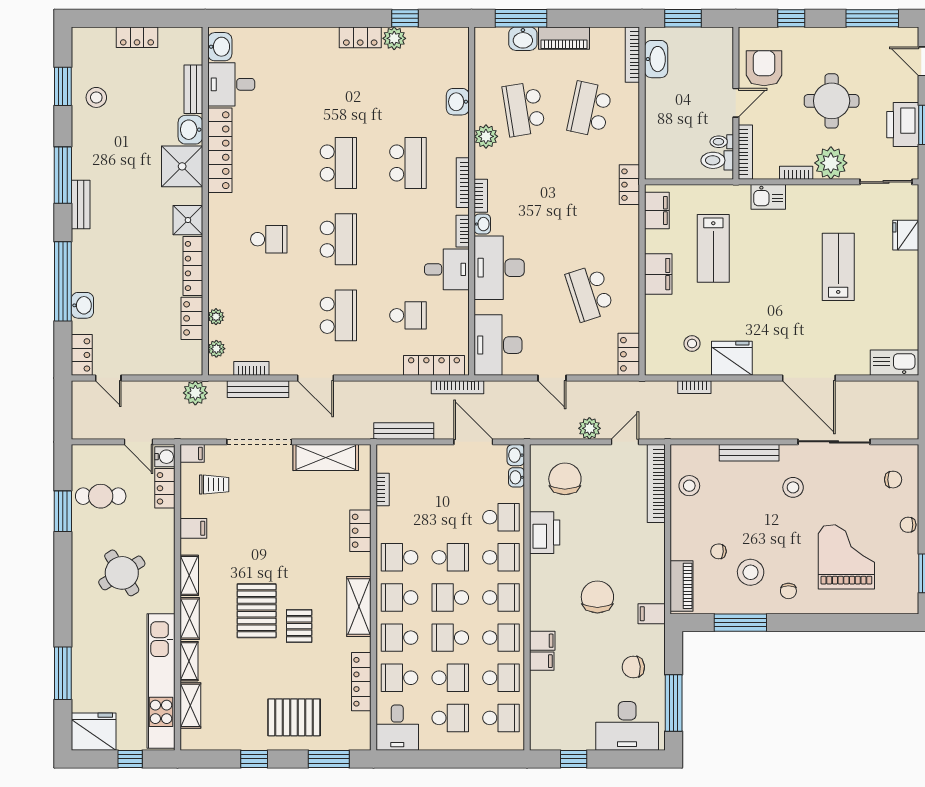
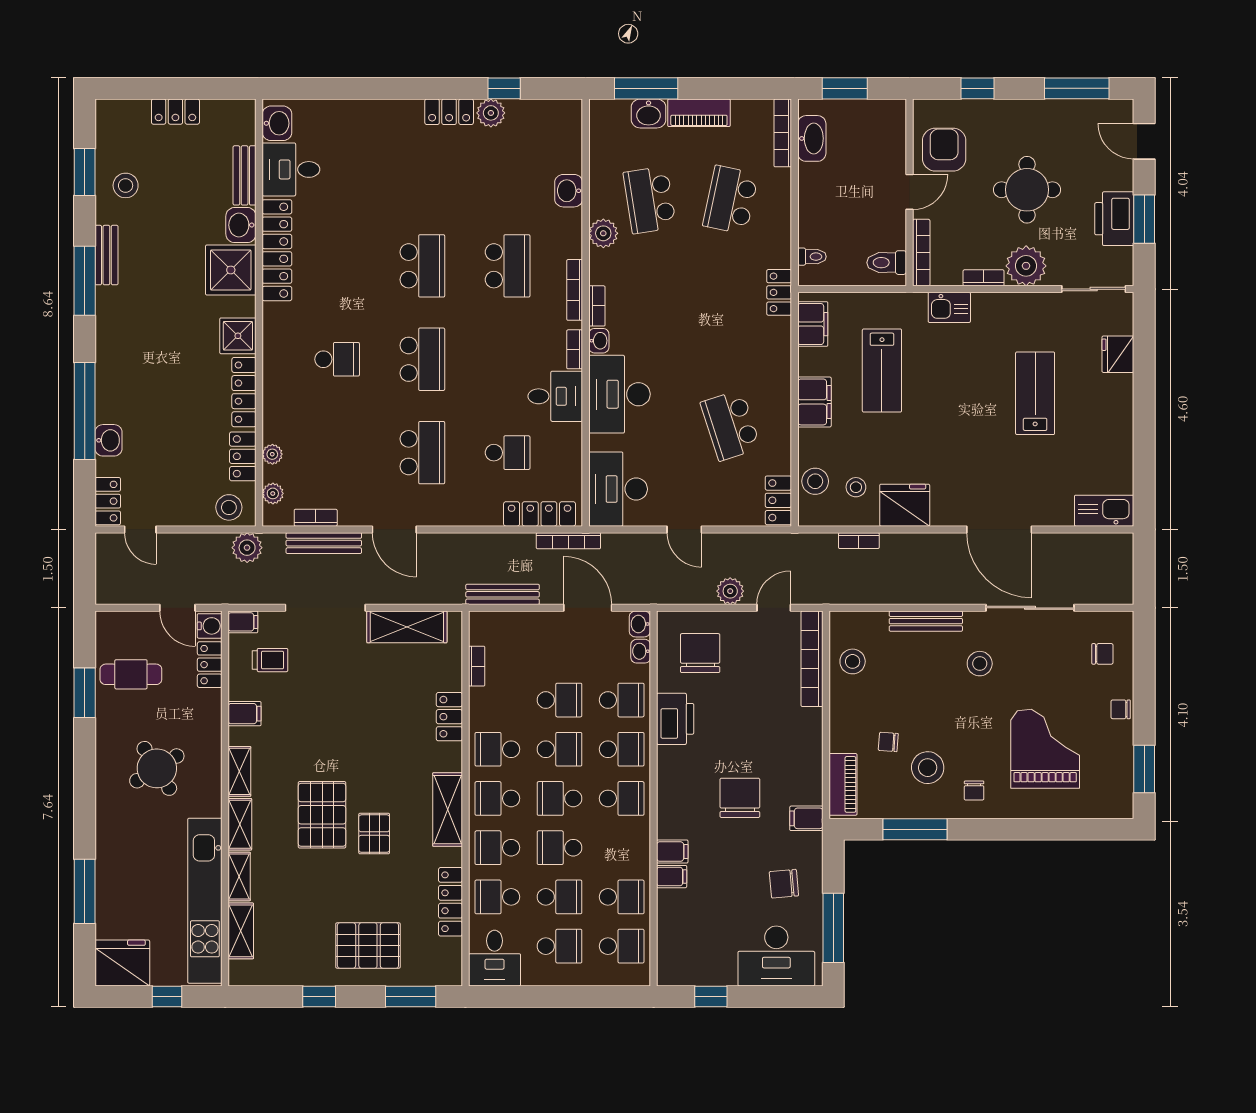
toilet: (722, 142) -> (812, 257), moved, turned 180
bench: (81, 205) -> (106, 255), moved
stool: (659, 339) -> (815, 481), added
stool: (181, 360) -> (229, 507), added
school desk: (501, 638) -> (560, 700), moved

